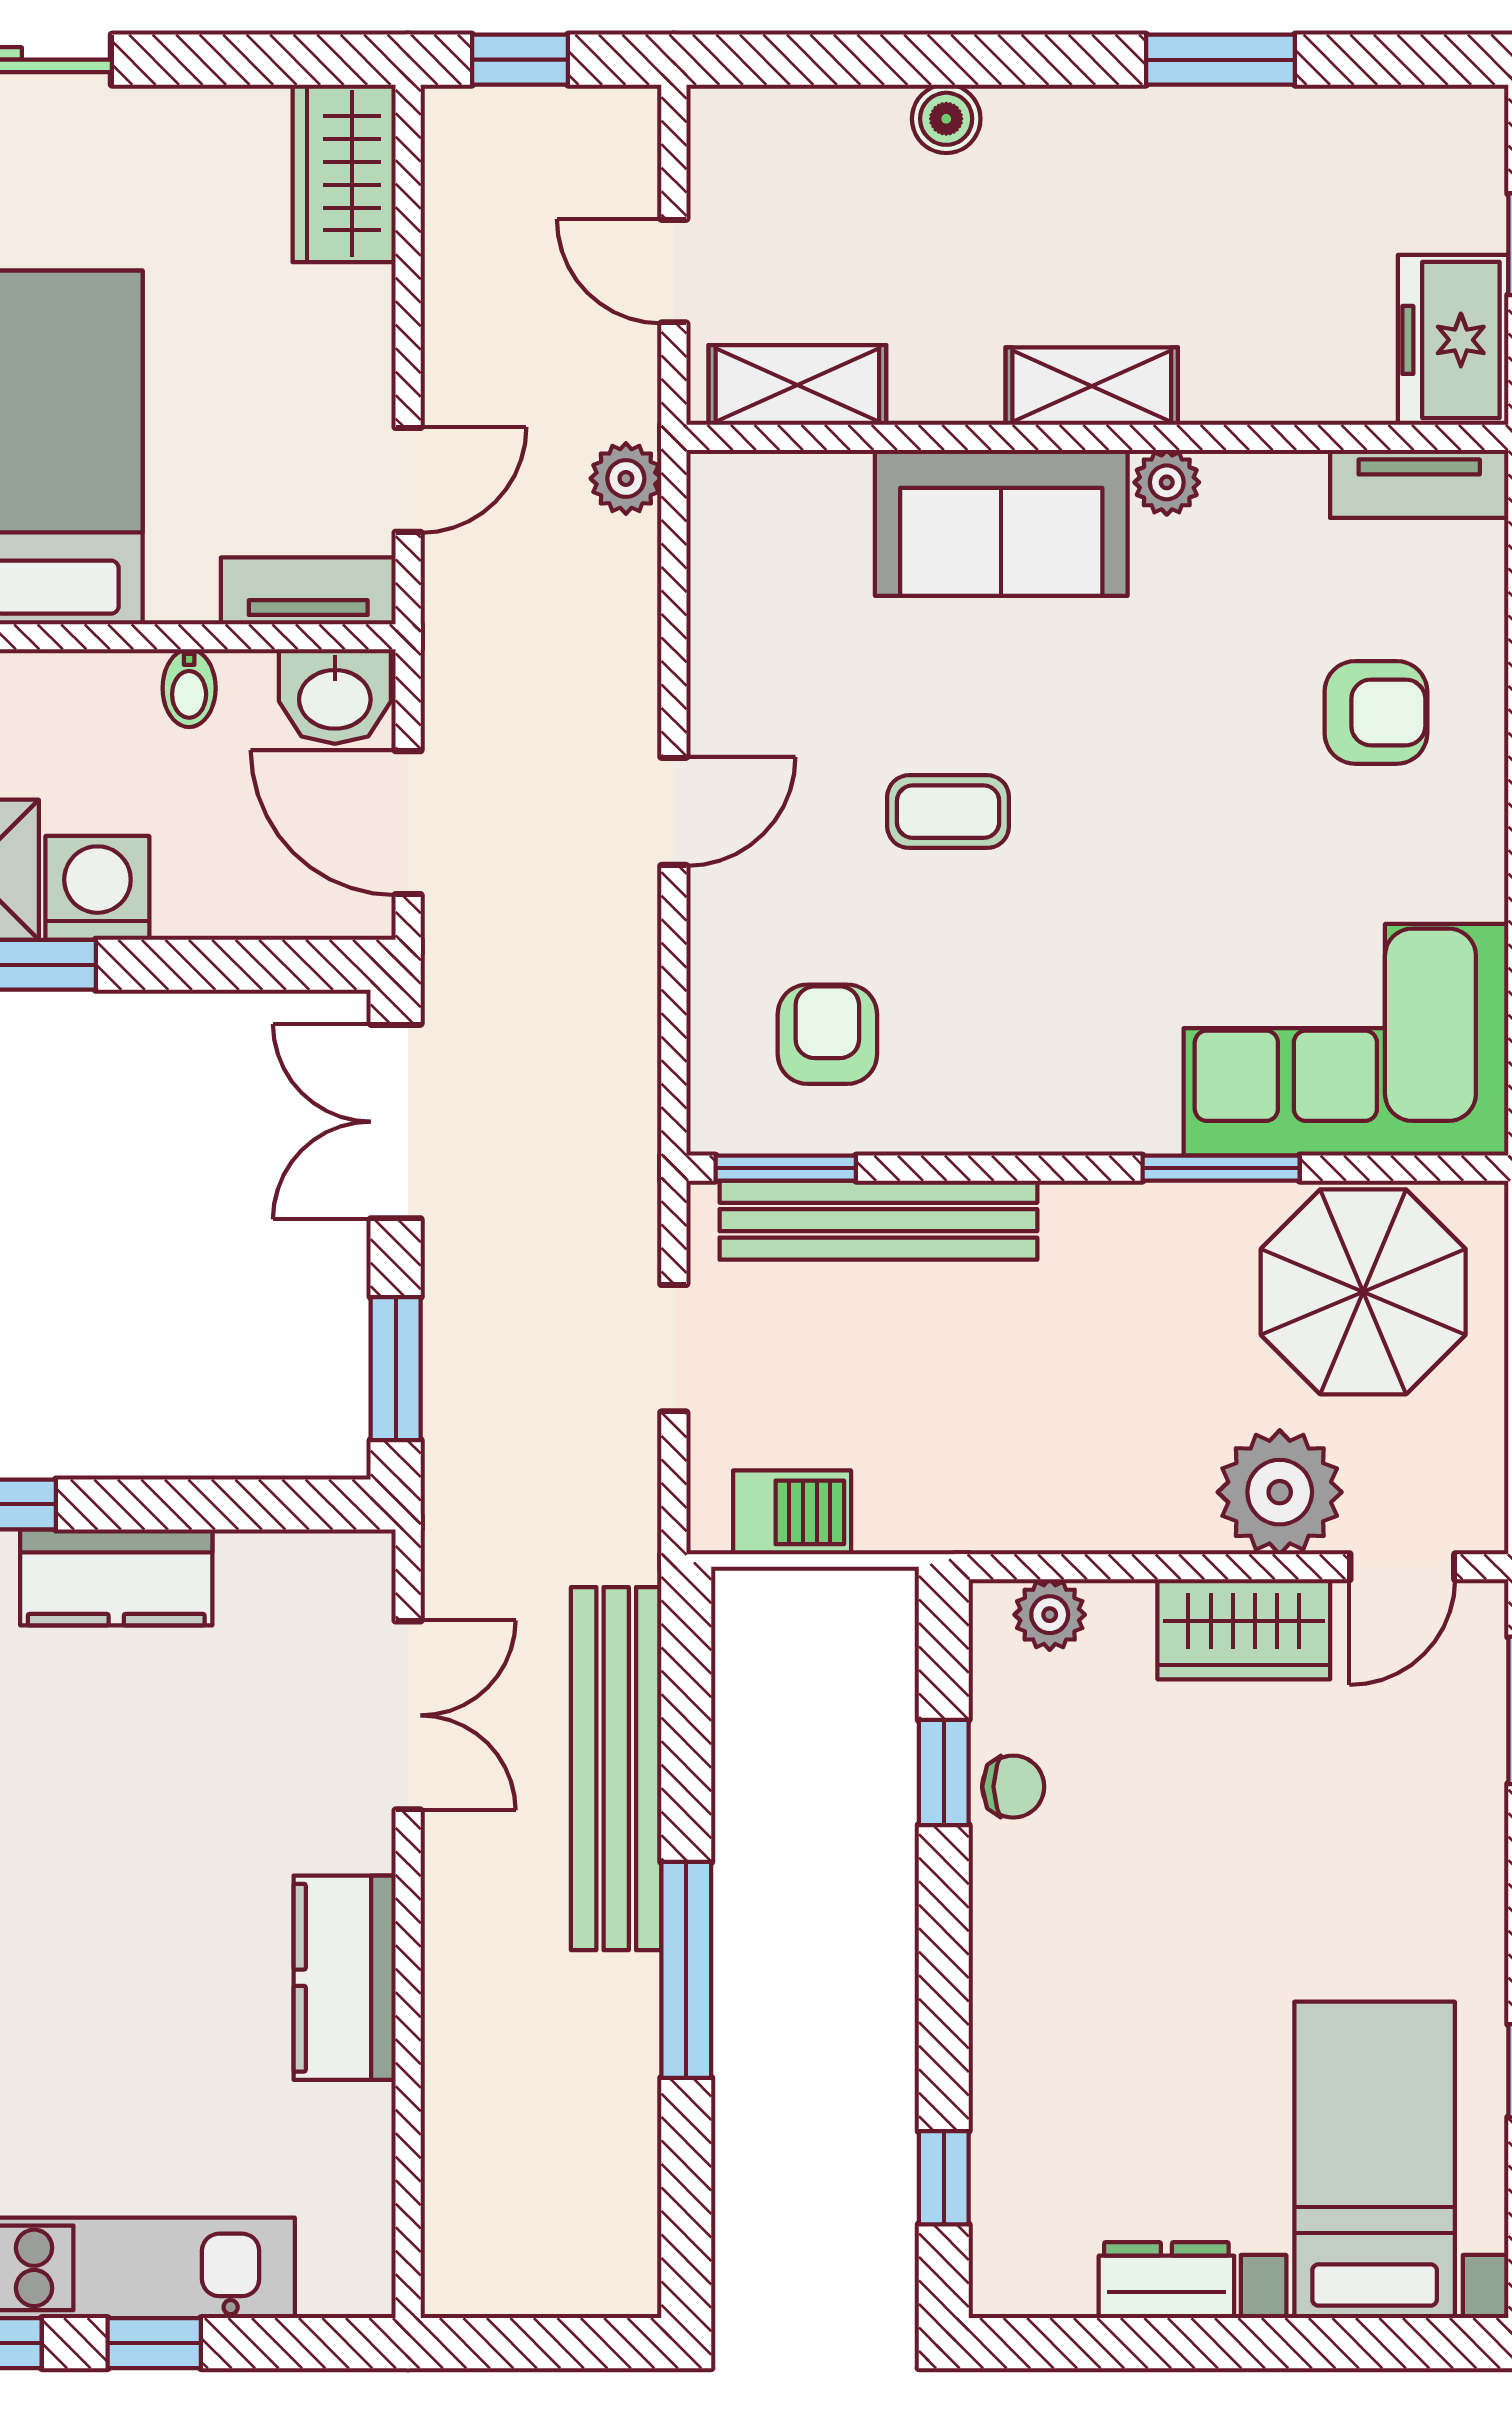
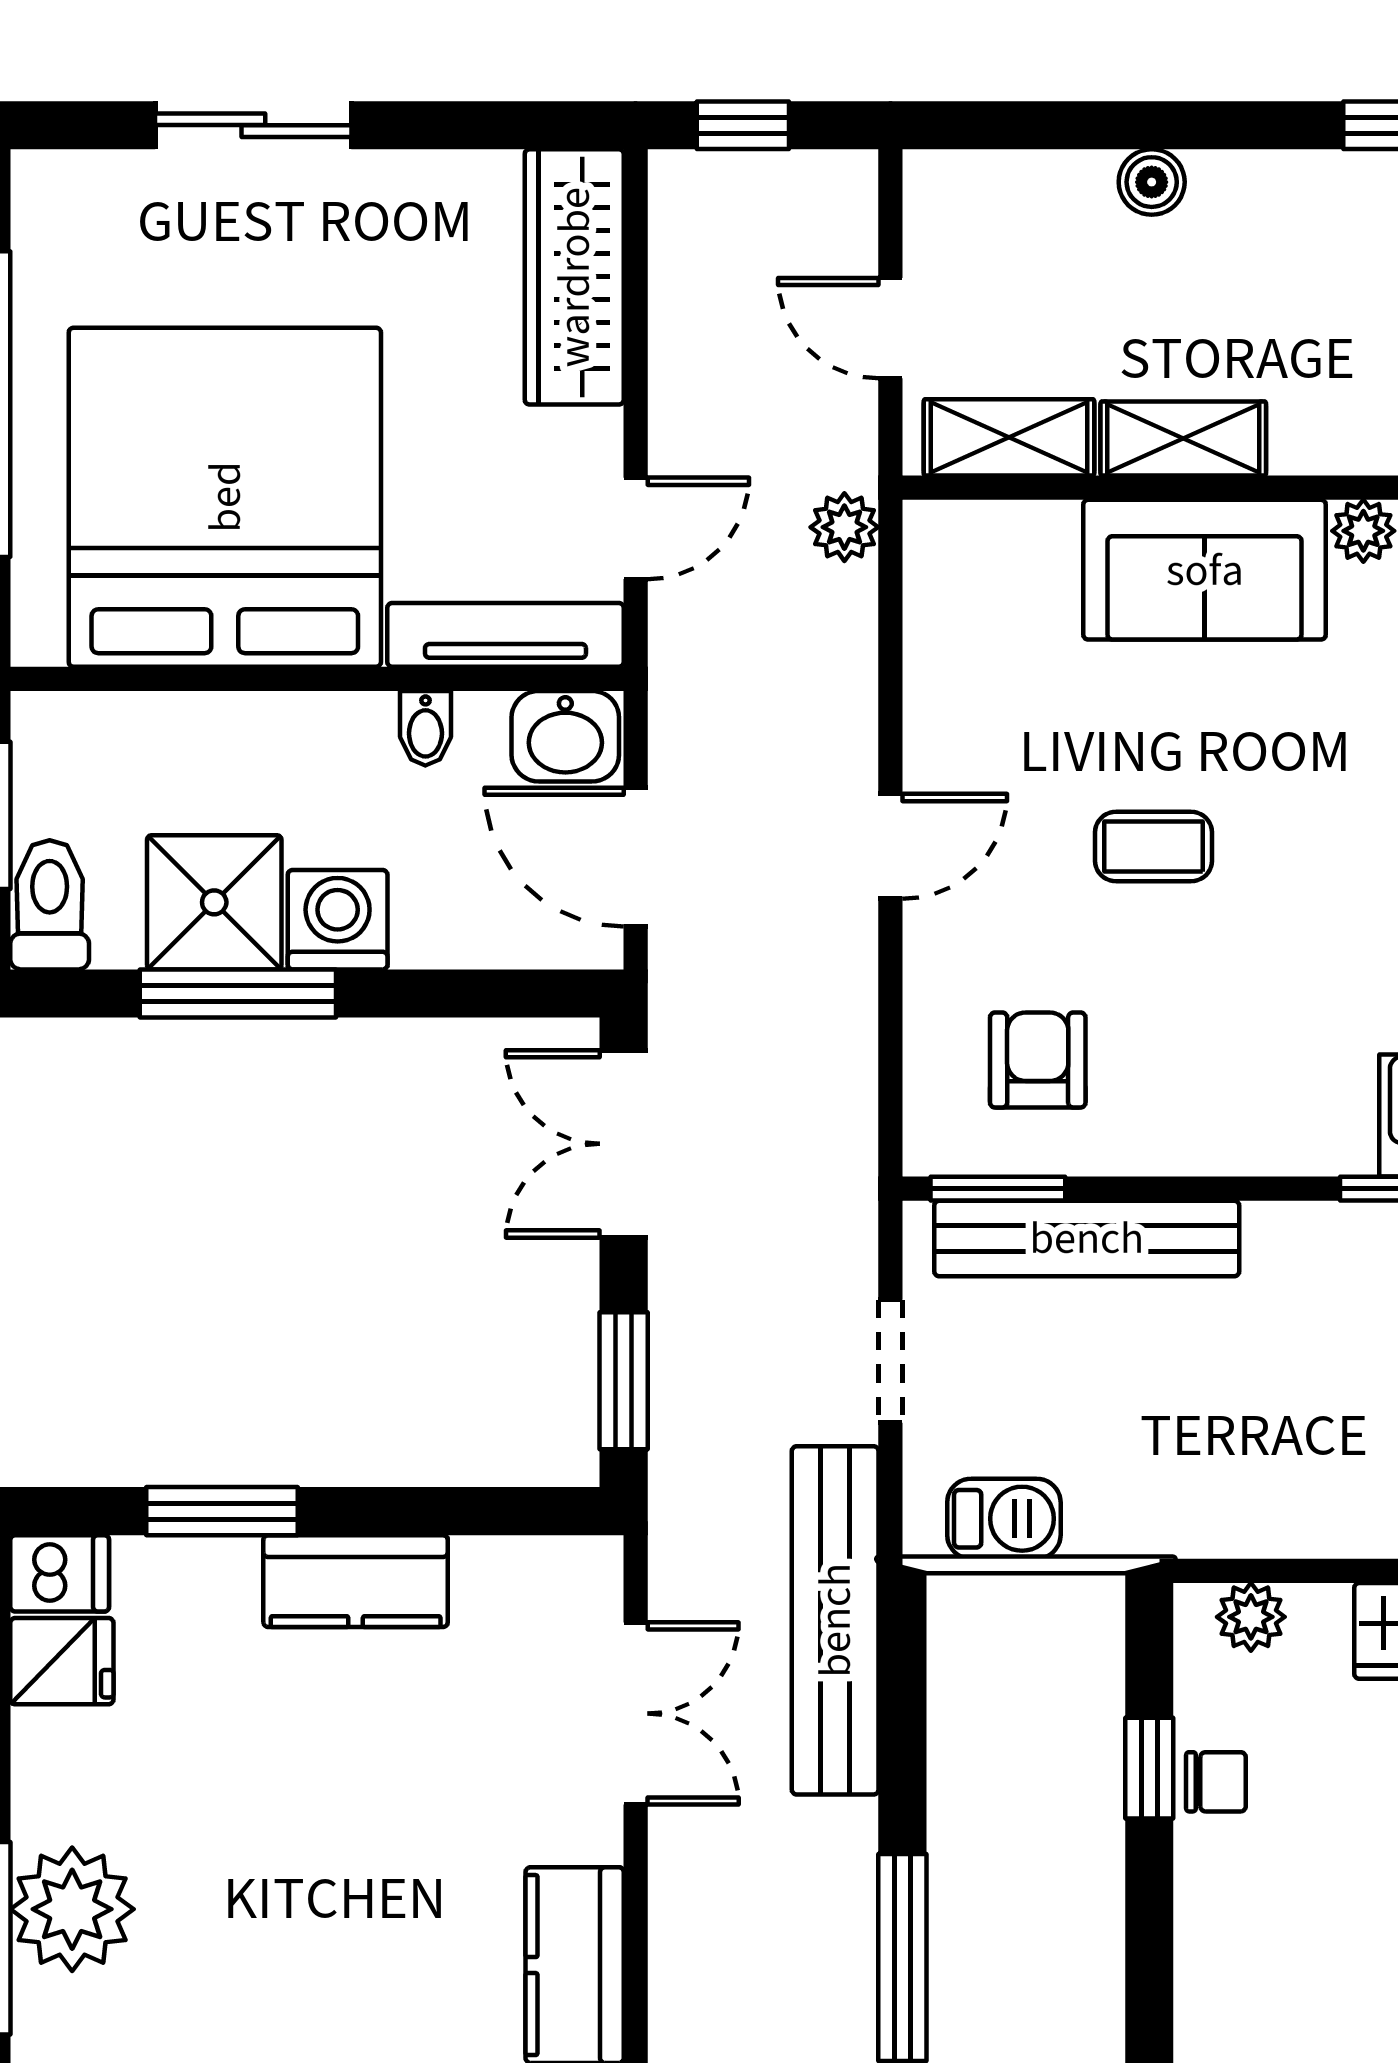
wardrobe: (344, 173) -> (574, 277), width x1.50
shelving: (1092, 386) -> (1183, 438), moved
tv unit: (308, 591) -> (505, 635), width x1.41
bench: (616, 1769) -> (835, 1620), moved

